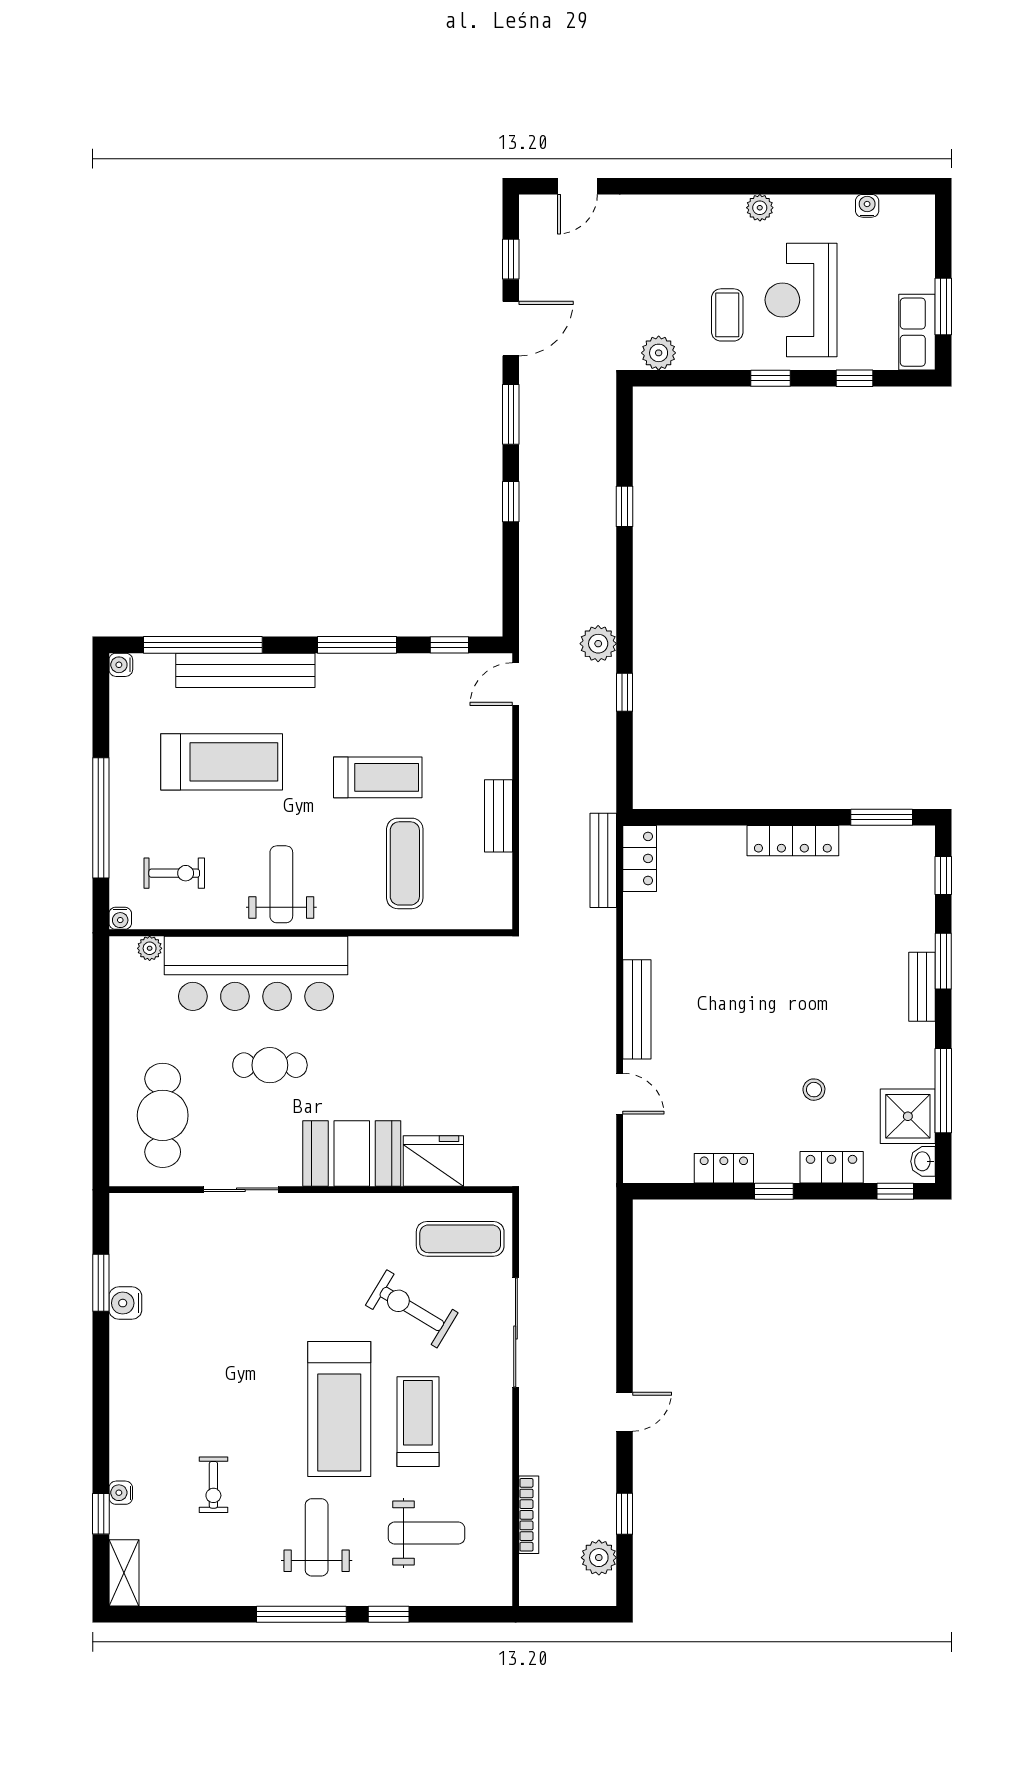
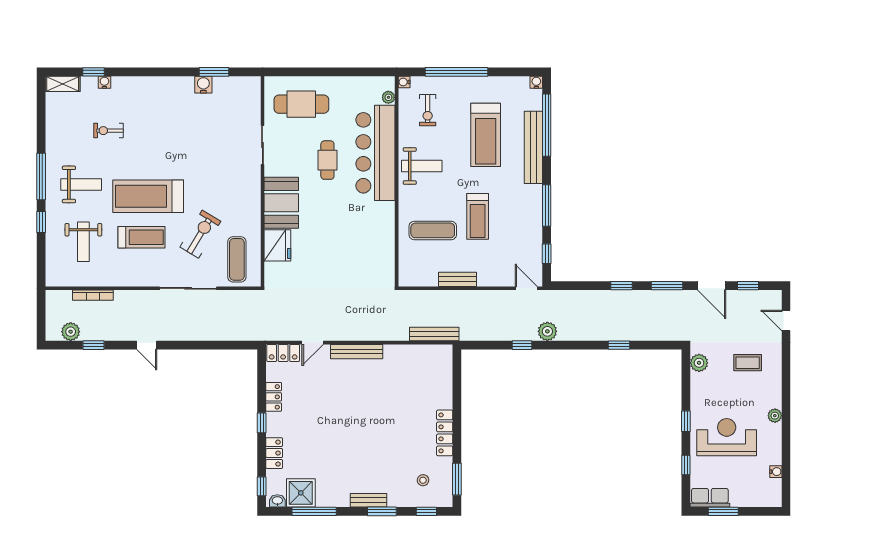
coffee table: (727, 315) -> (748, 363), moved
locker: (640, 858) -> (283, 353), moved
stool: (814, 1090) -> (423, 480), moved

